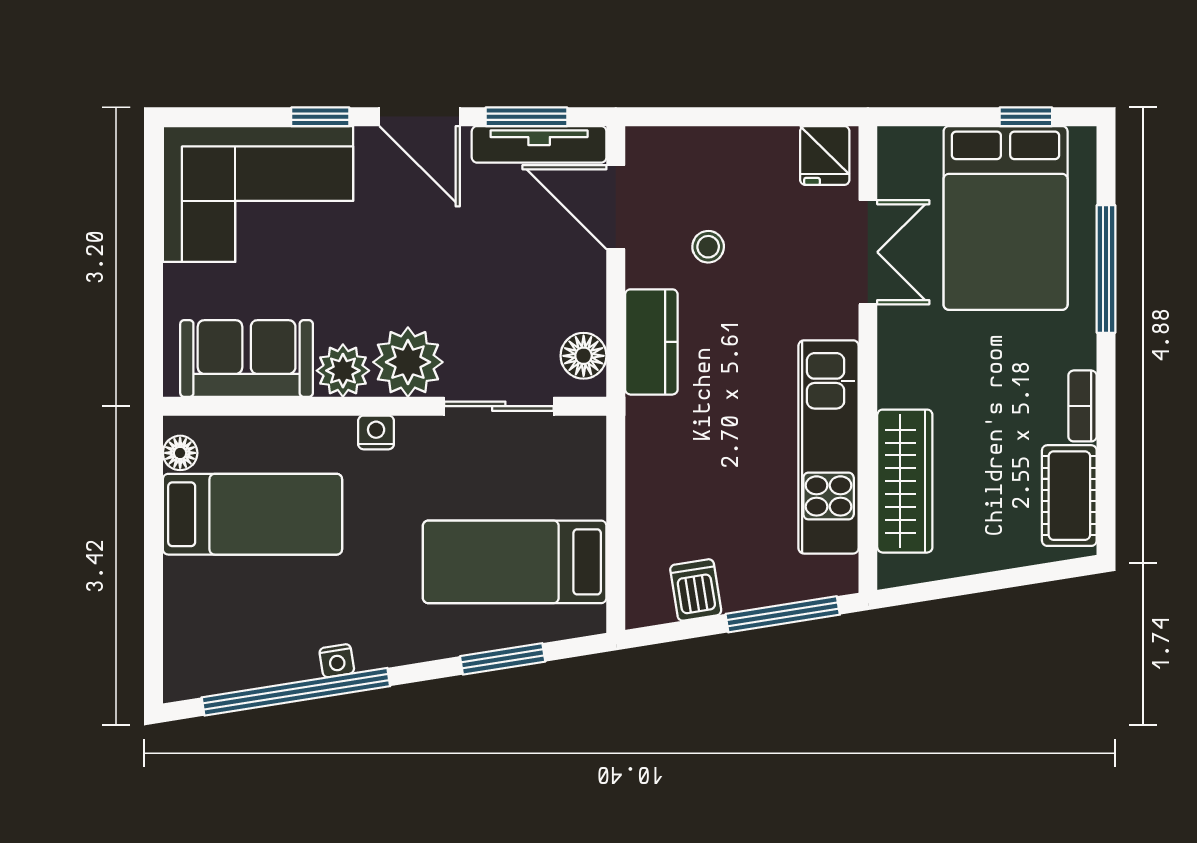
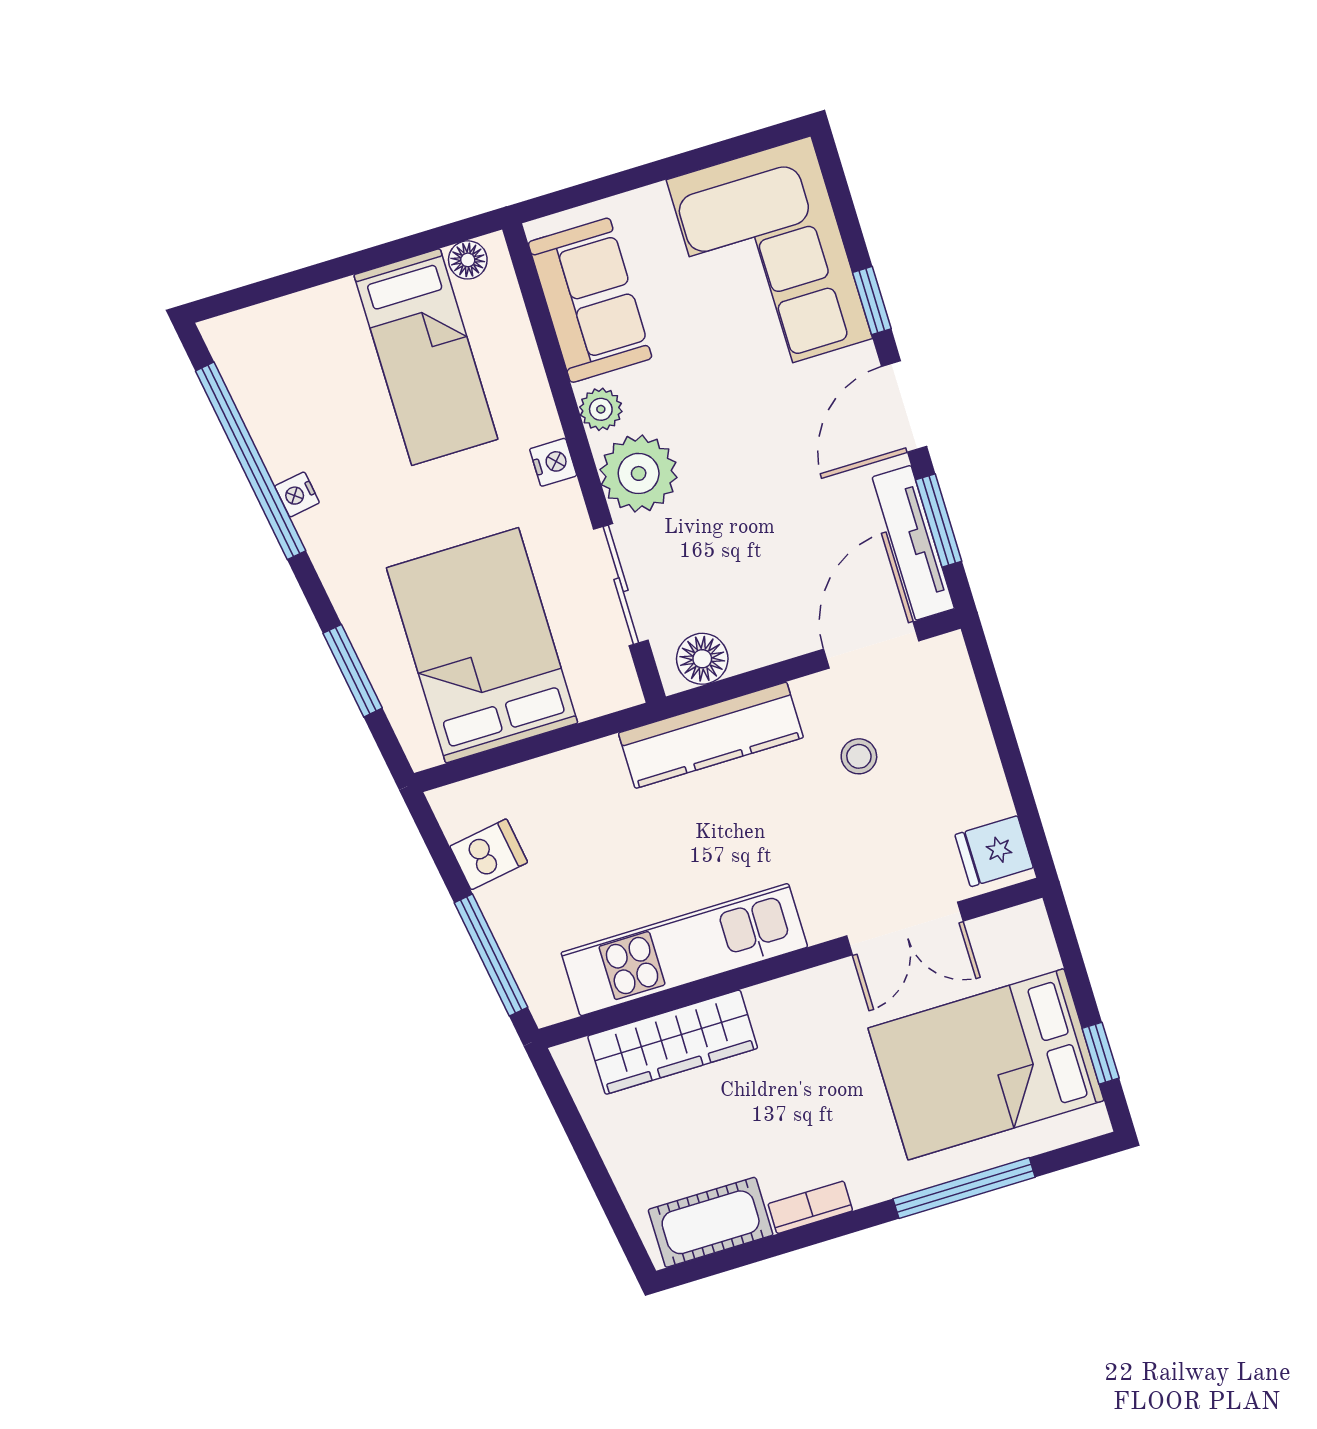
kitchen counter: (651, 342) -> (711, 735), width x1.50
plant: (343, 371) -> (601, 409), width x0.73, depth x0.73
bed: (515, 562) -> (482, 645), width x1.50

